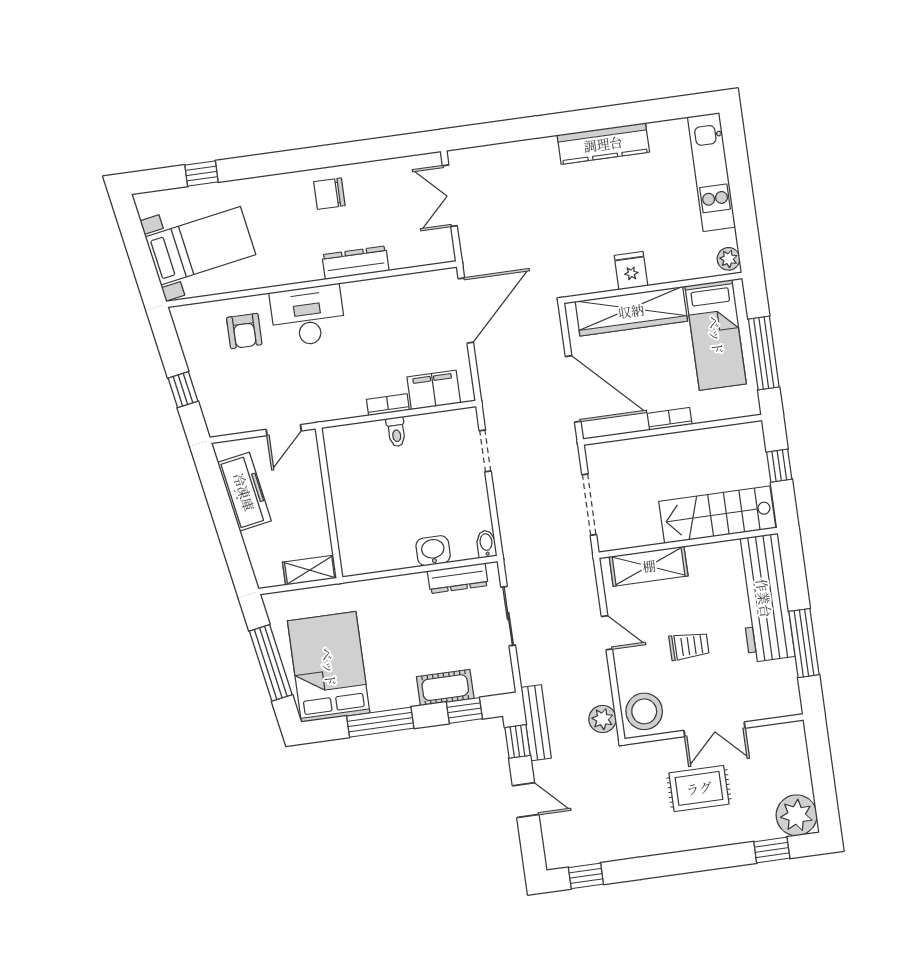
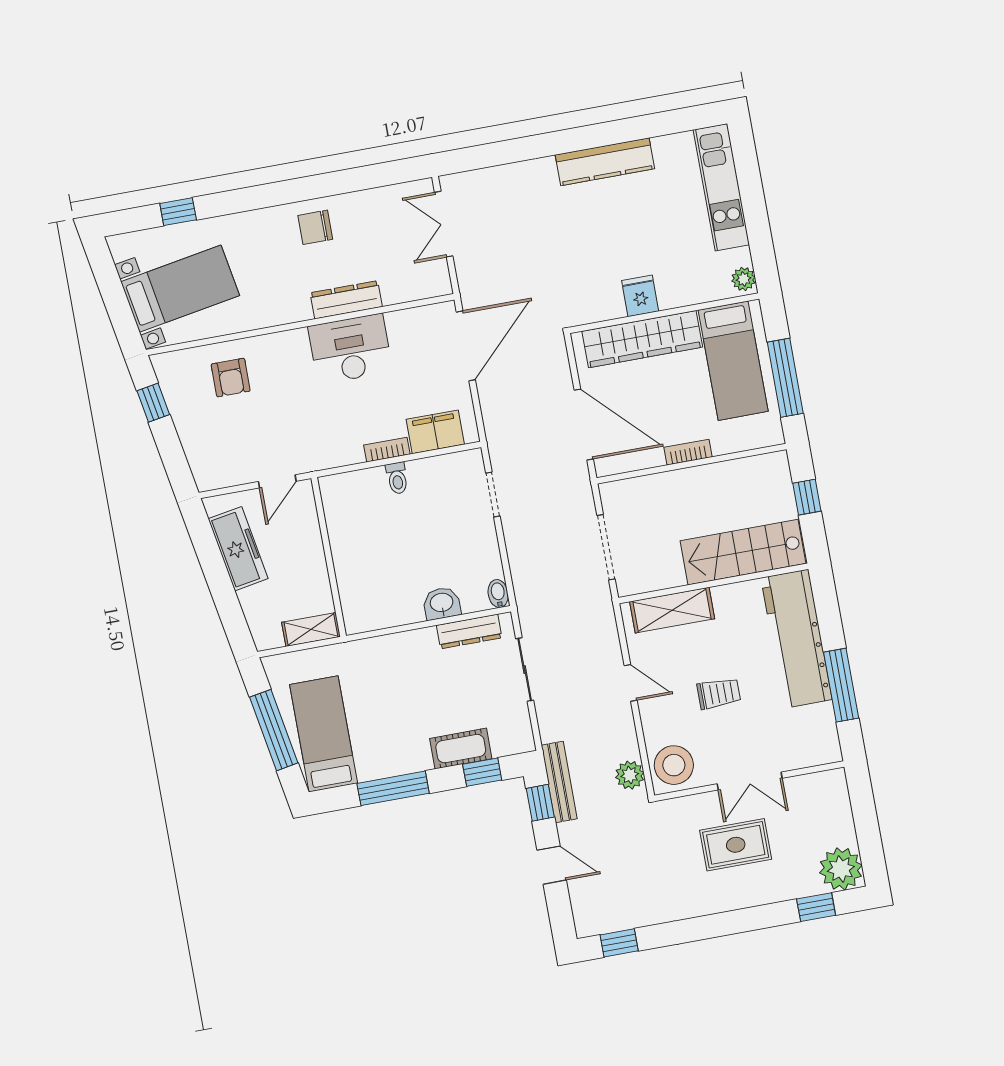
desk: (308, 316) -> (350, 349), moved
window: (183, 390) -> (153, 403), moved
bed: (329, 667) -> (324, 734), width x0.67

